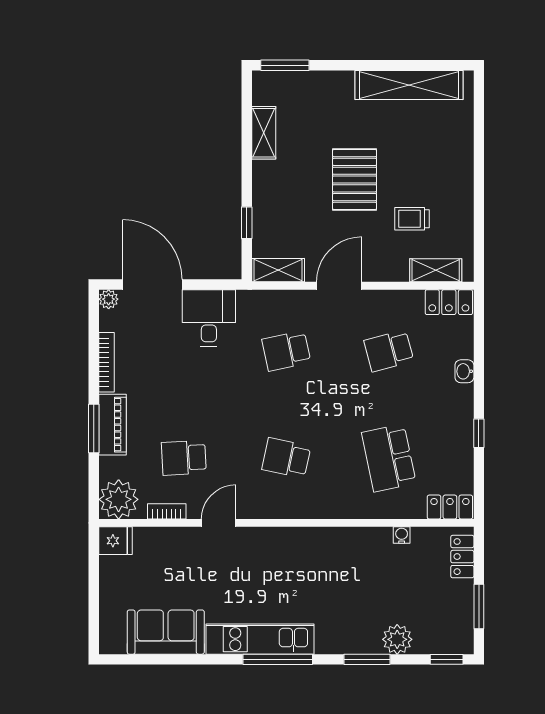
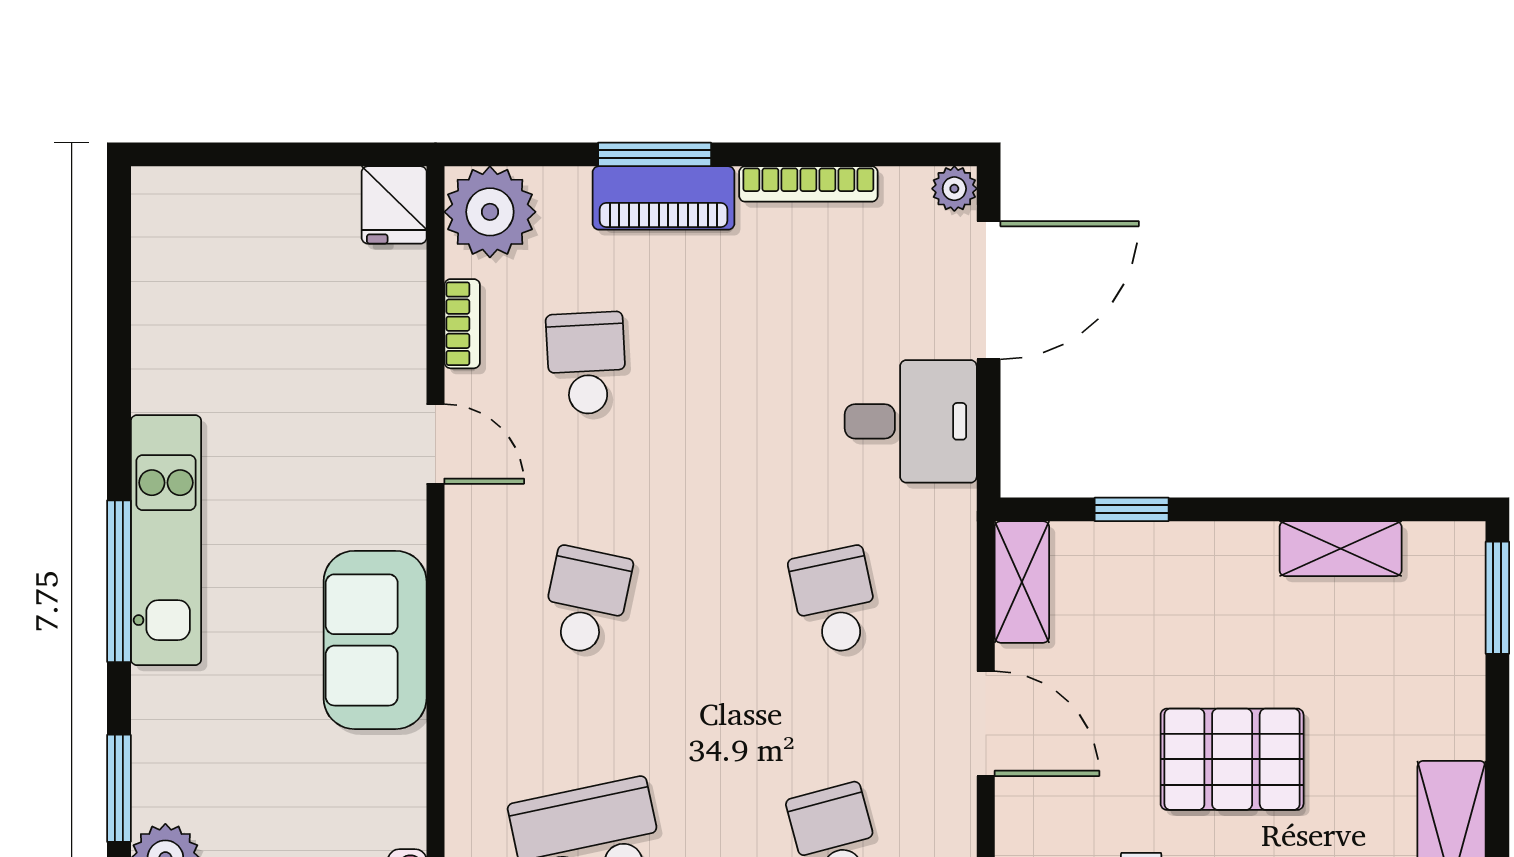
sofa: (166, 632) -> (375, 640), moved, turned 180

